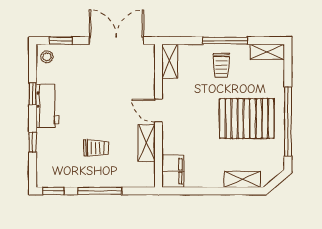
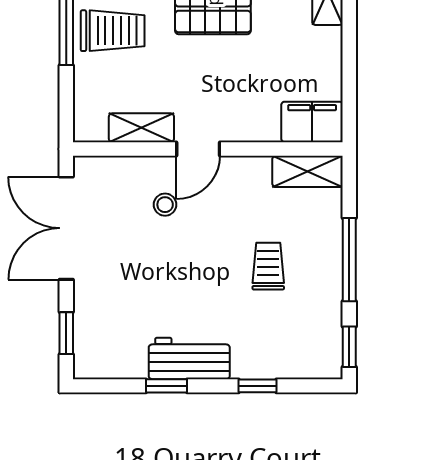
stool: (47, 57) -> (165, 205), moved
shelving: (170, 61) -> (141, 128), moved
trolley: (221, 65) -> (113, 31), width x1.36, depth x1.39
shelving: (147, 143) -> (308, 171), moved

